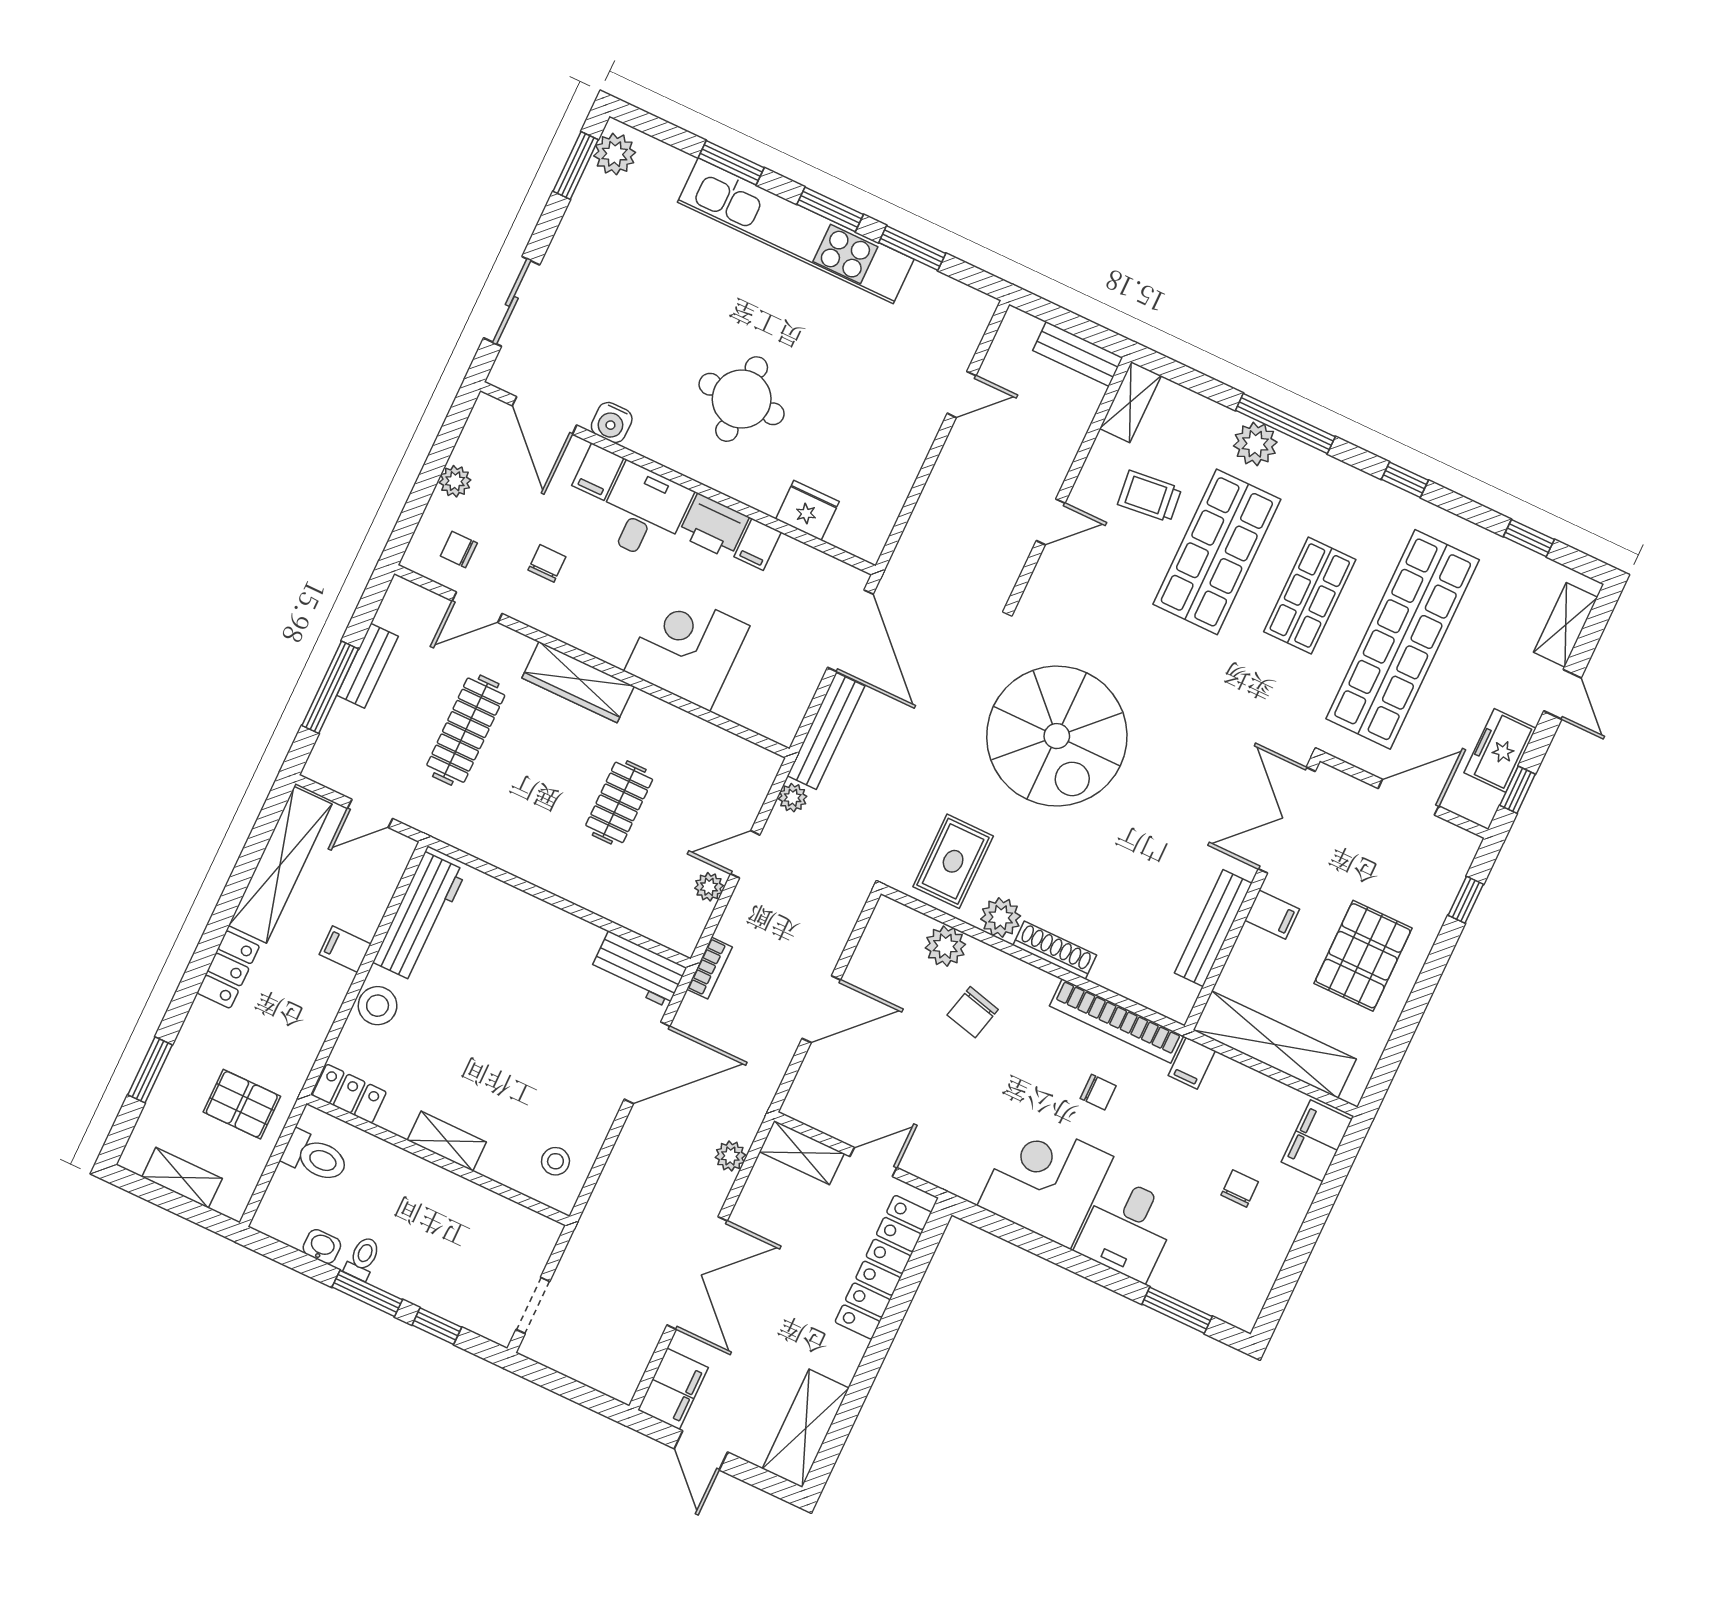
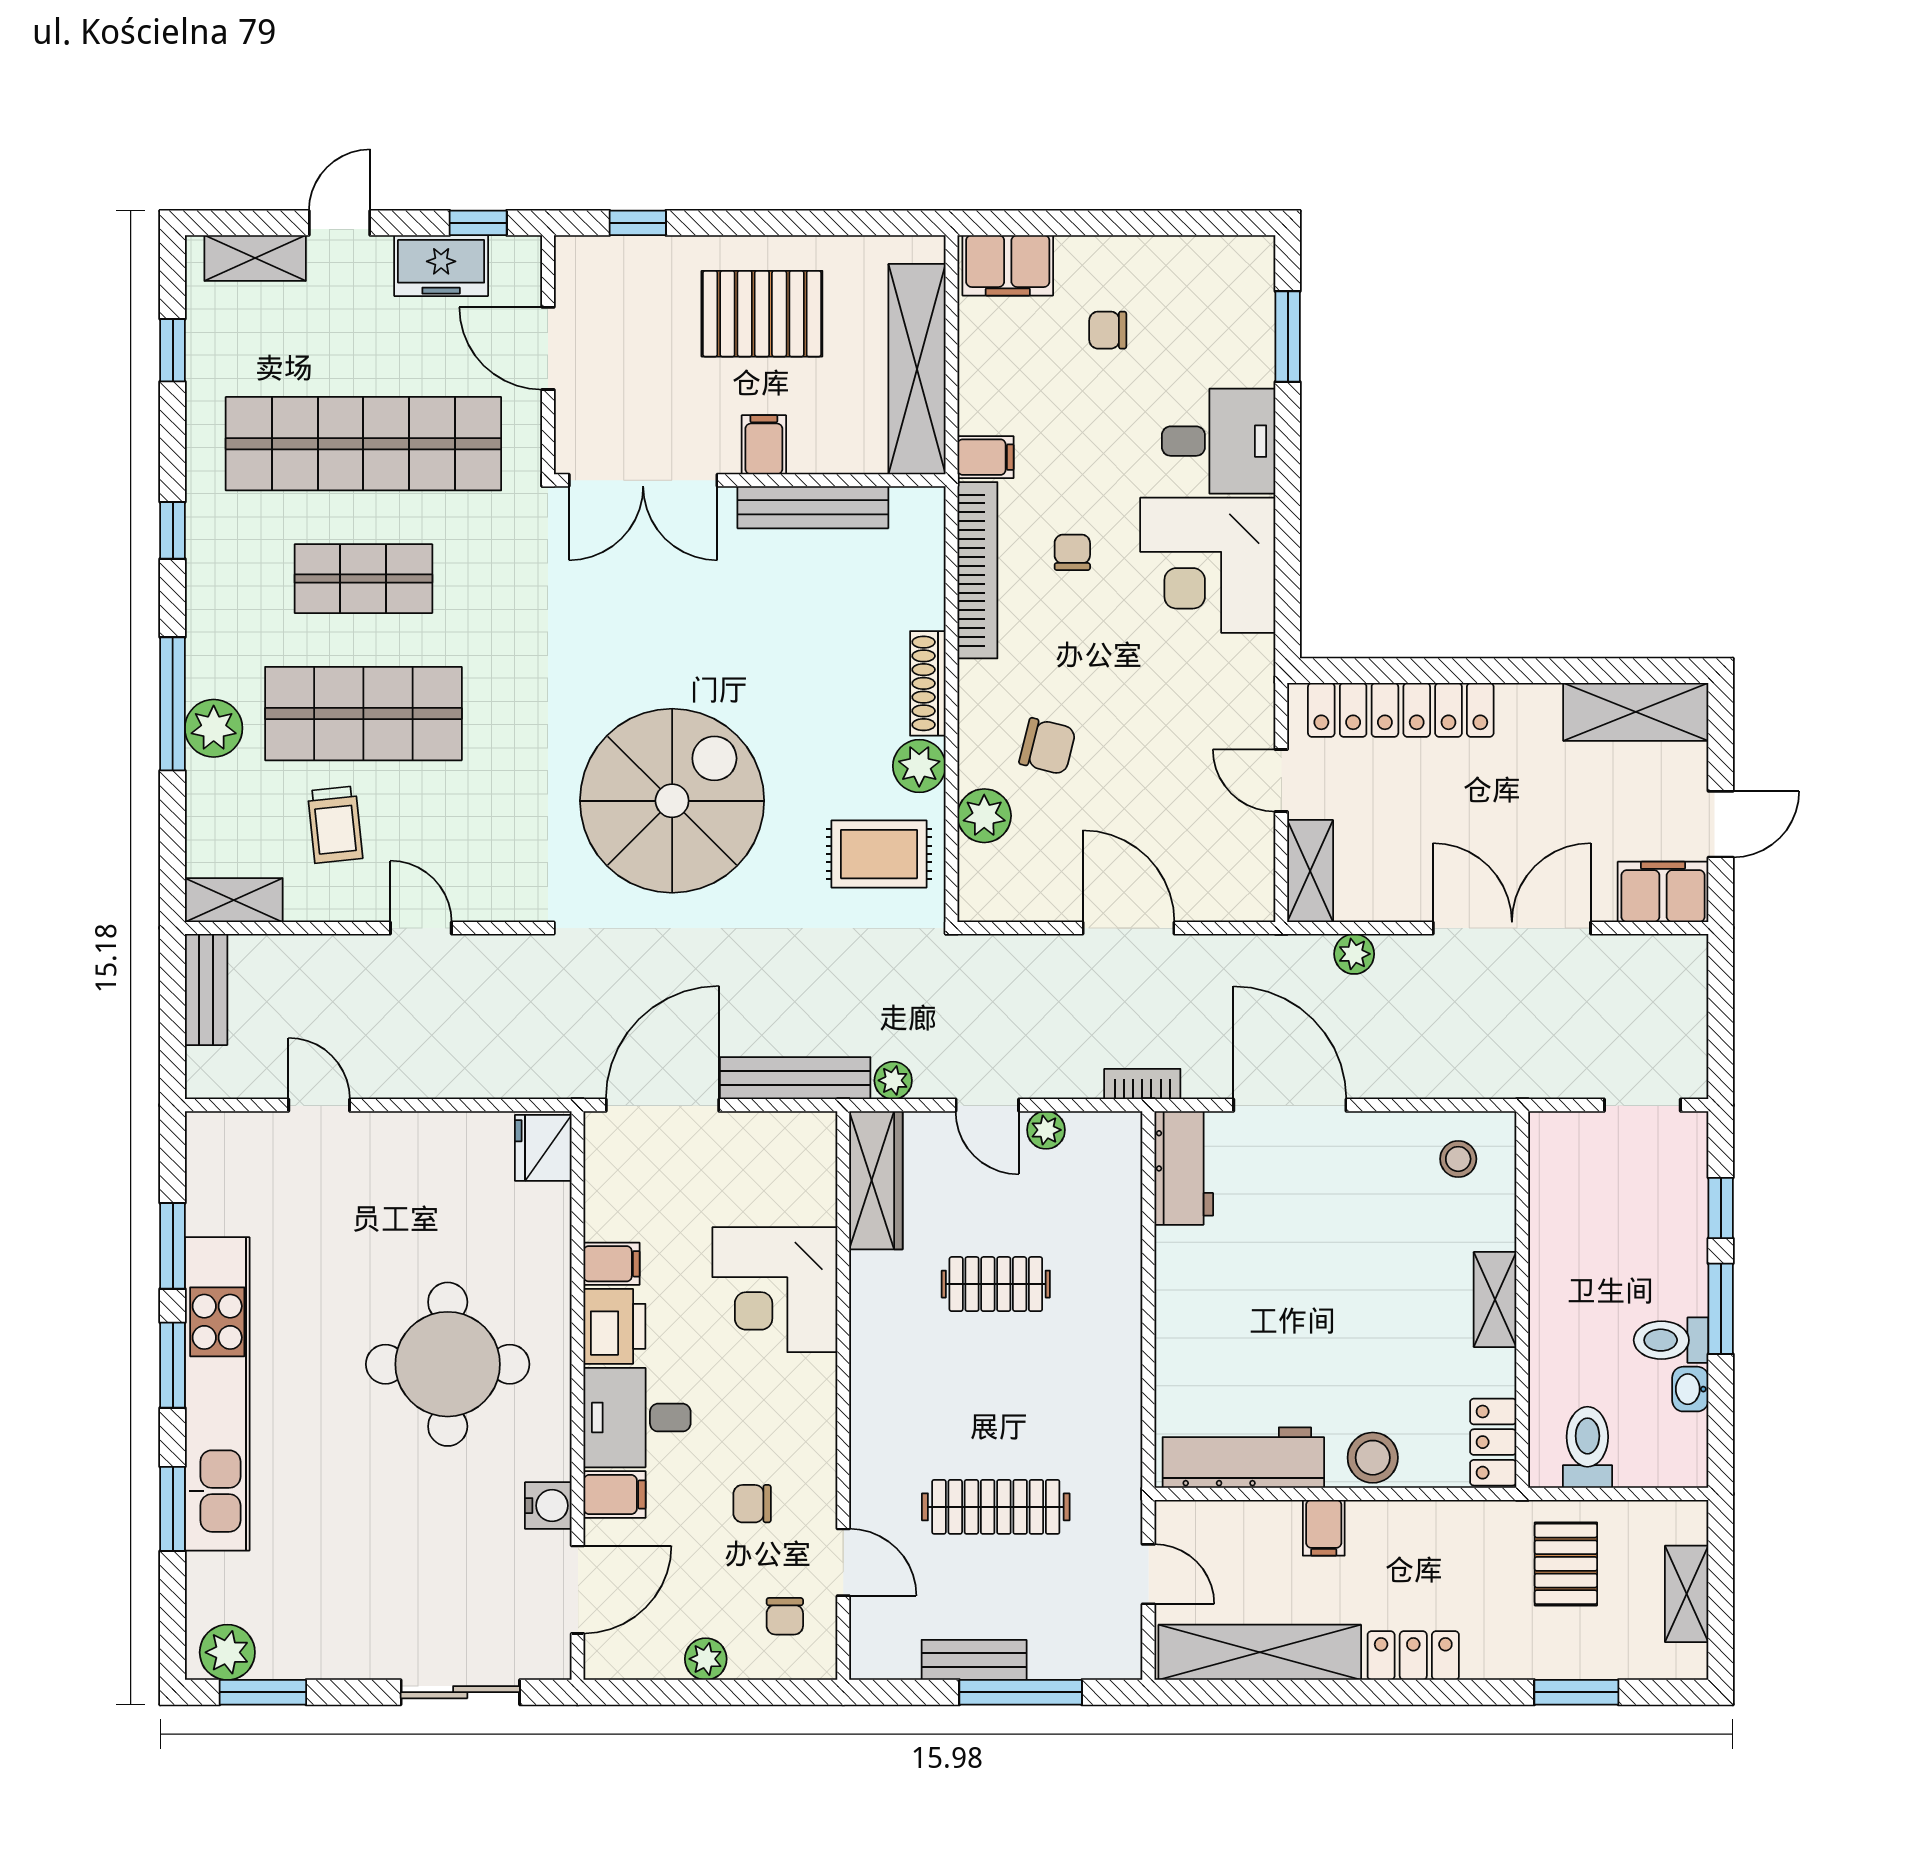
round table: (742, 399) -> (448, 1364), width x1.36, depth x1.36
fridge: (807, 510) -> (543, 1148), moved
wardrobe: (578, 682) -> (876, 1180), moved
toilet: (363, 1258) -> (1671, 1340), width x1.37, depth x1.39

